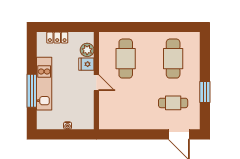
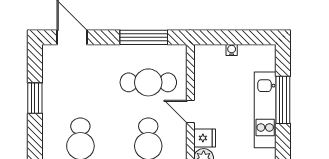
cafe table: (173, 103) -> (148, 82), moved, width x1.37, depth x1.35
window: (129, 134) -> (144, 37), added

